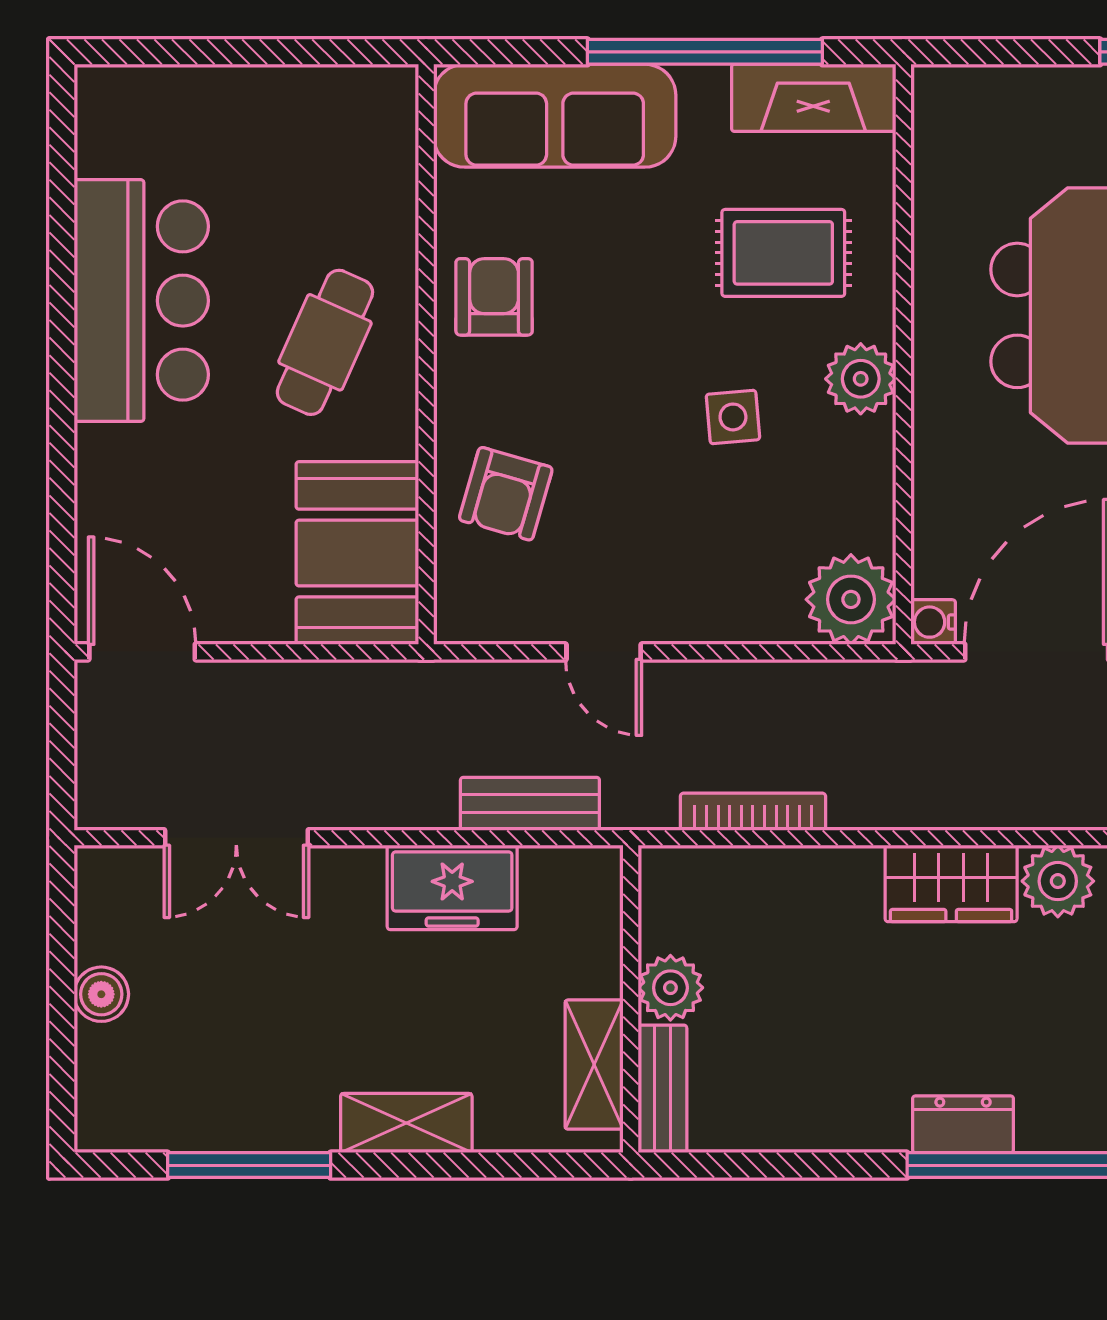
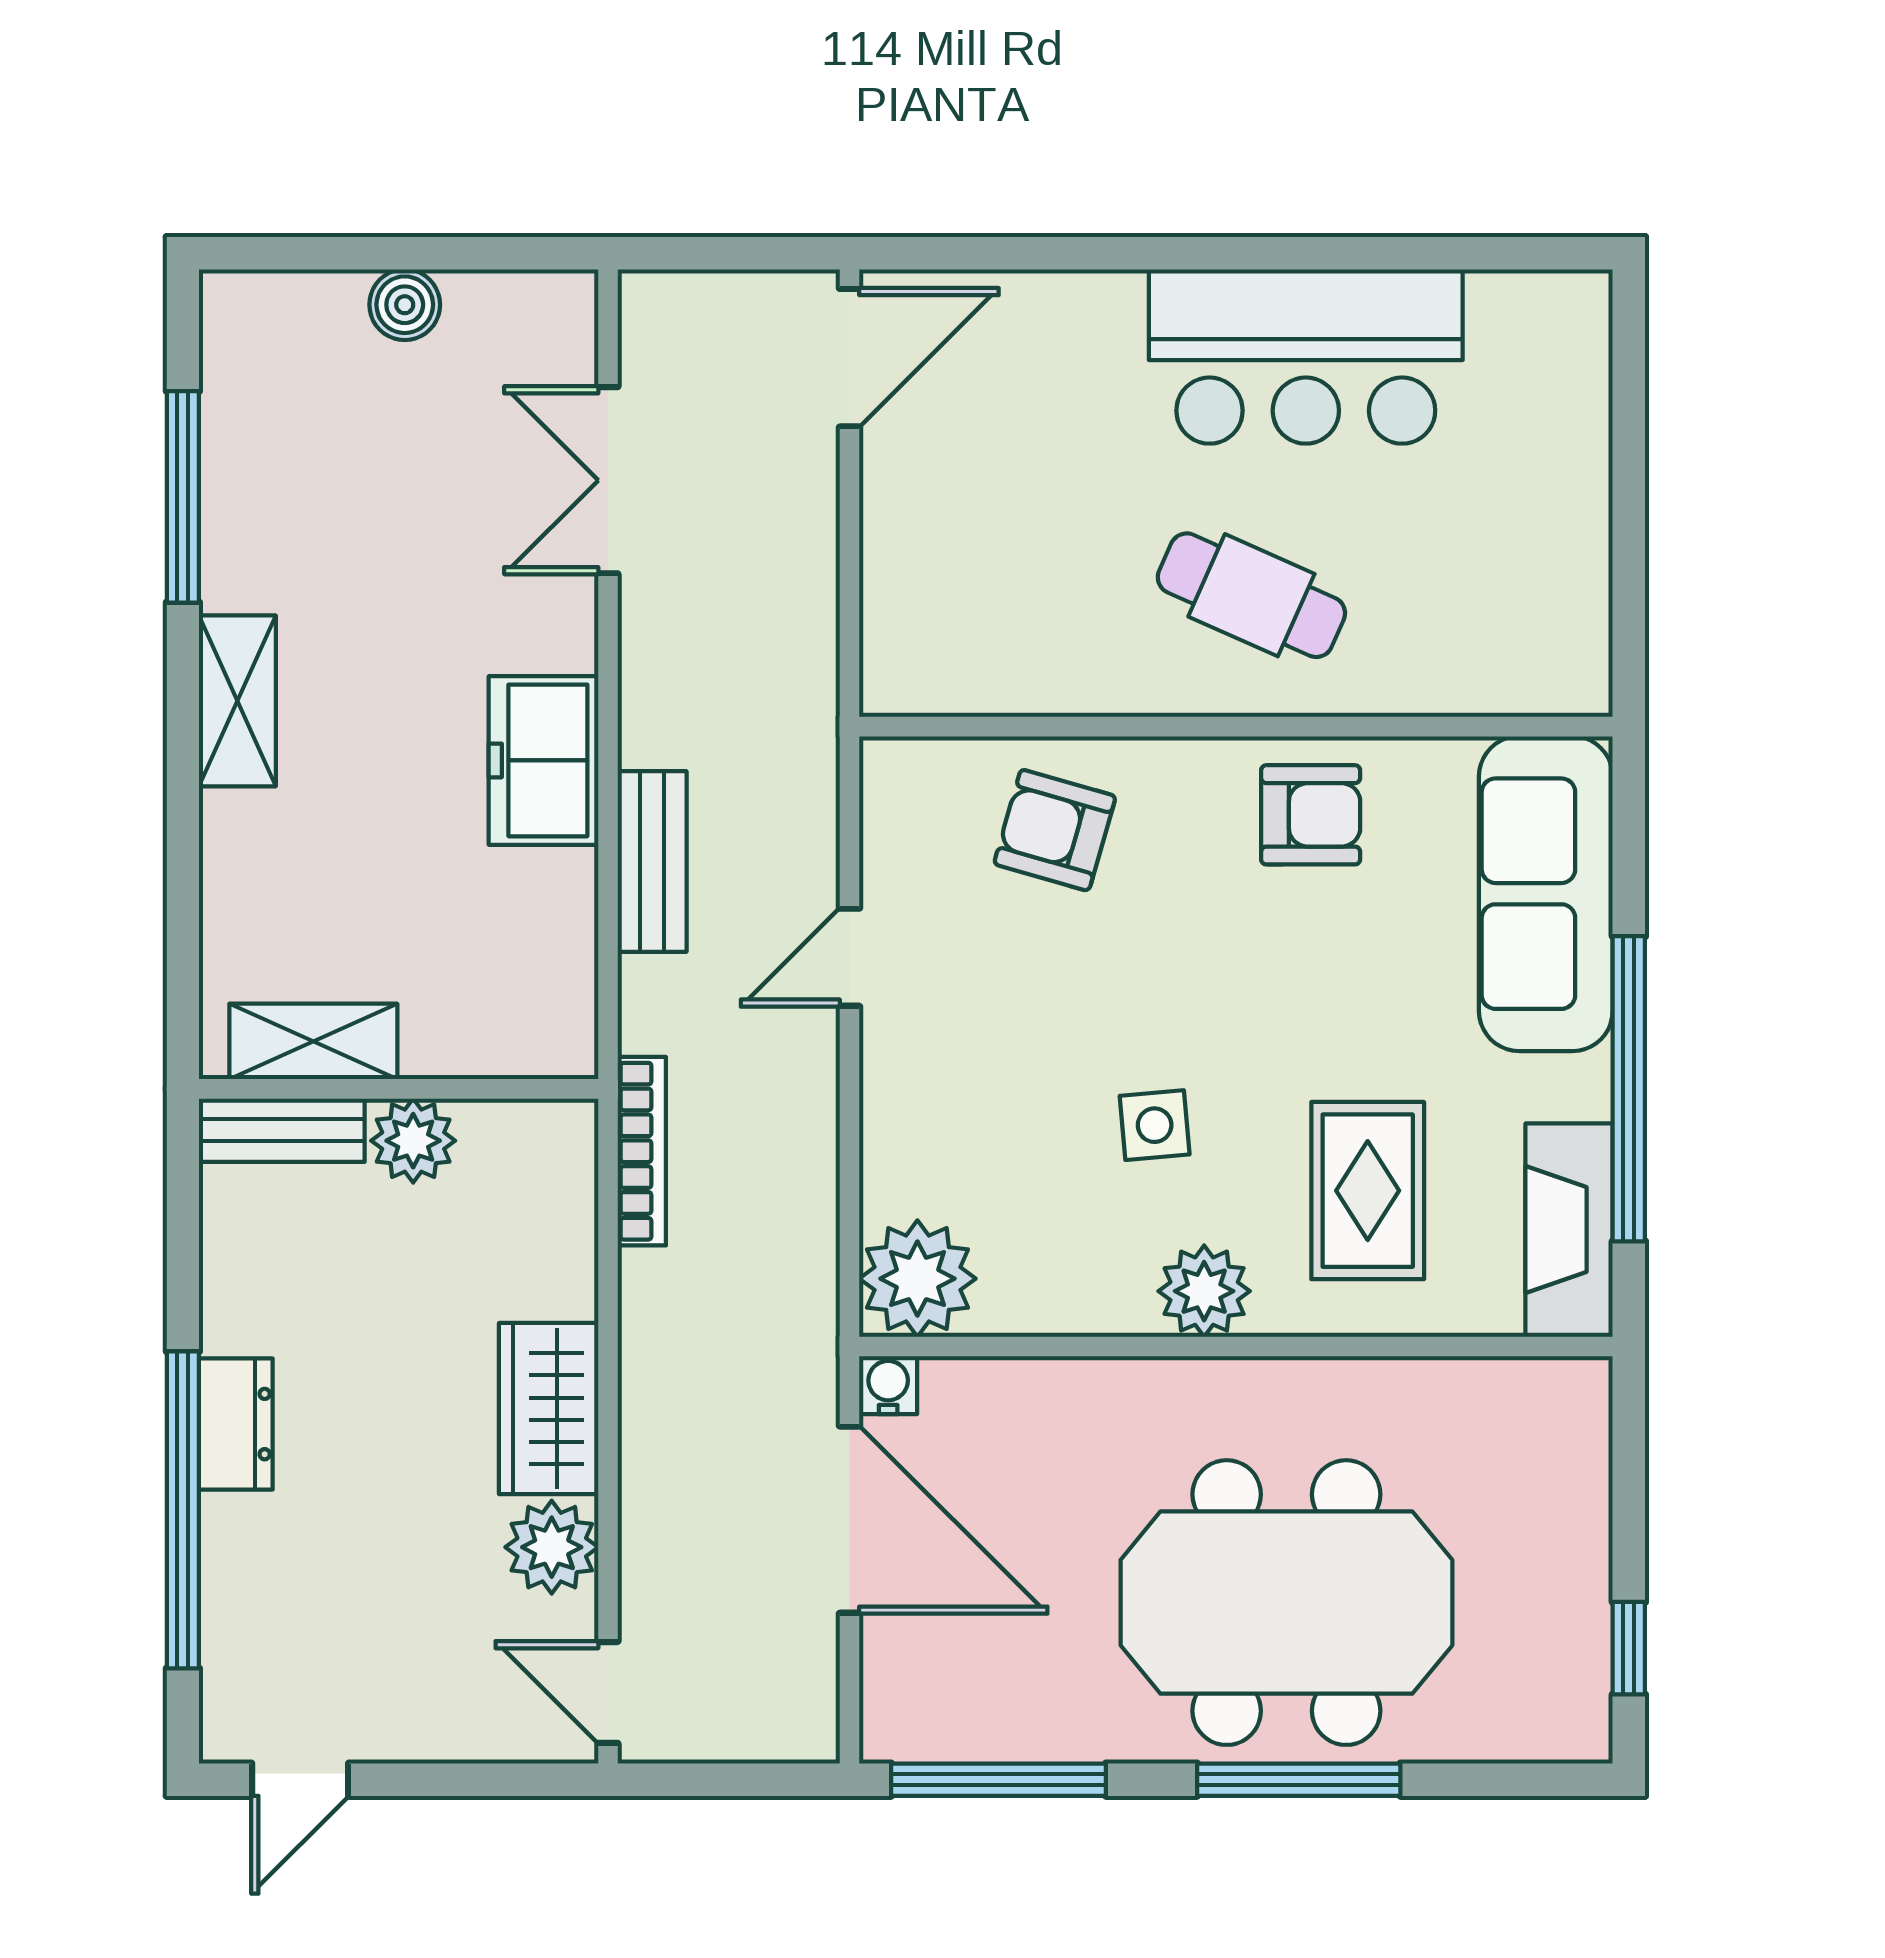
booth: (357, 553) -> (978, 637), removed
plant: (670, 988) -> (413, 1141), moved
wall: (631, 999) -> (399, 1089), moved
shelving: (594, 1065) -> (313, 1041), moved
bench: (662, 1089) -> (282, 1130), moved

